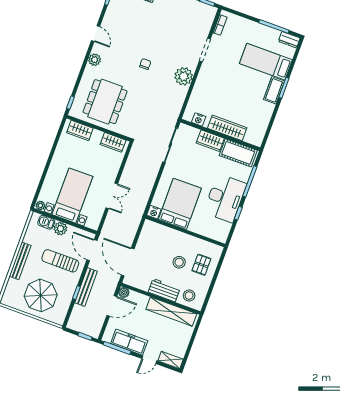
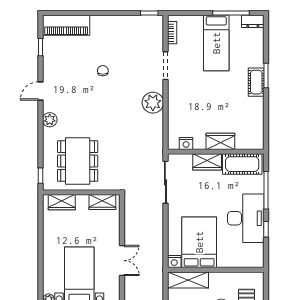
door: (96, 34) -> (40, 91), swing flipped
bed: (266, 62) -> (216, 43), moved, turned -90
chair: (145, 64) -> (103, 71), moved
wardrobe: (227, 128) -> (220, 141), width x0.67
shelving: (160, 231) -> (188, 280), added

